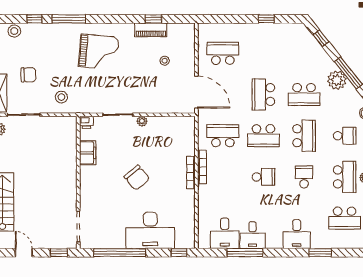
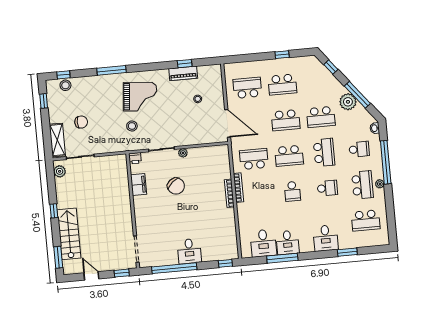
window: (34, 19) -> (63, 75), moved
school desk: (263, 53) -> (282, 85), added
school desk: (263, 95) -> (286, 120), turned -90
stool: (61, 97) -> (132, 126), moved
school desk: (263, 177) -> (292, 191), turned 90
school desk: (304, 177) -> (327, 188), turned 90
chair: (137, 178) -> (176, 186), moved
desk: (150, 230) -> (189, 251), width x0.53, depth x0.77

